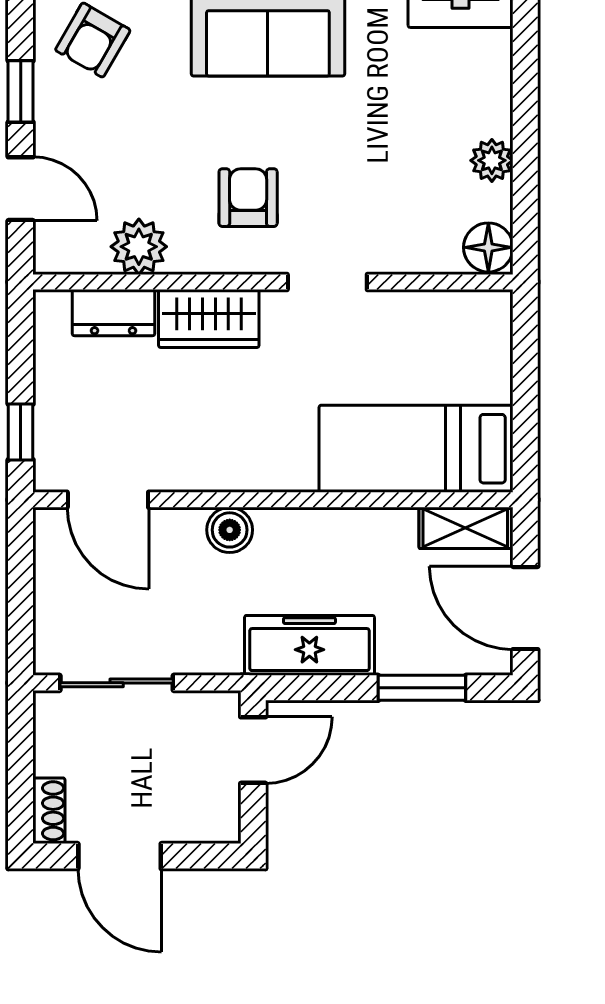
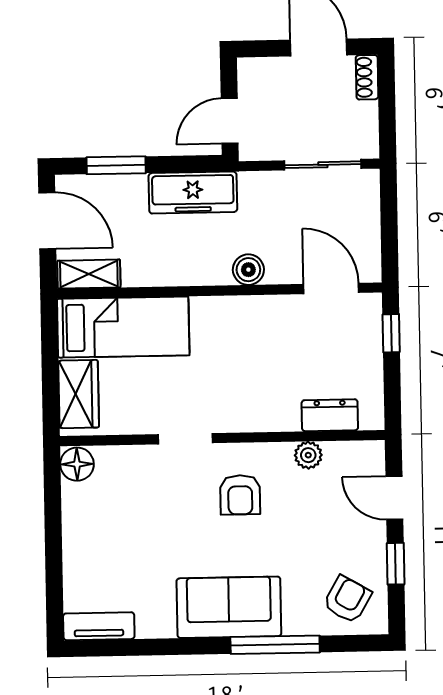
plant: (492, 160) -> (76, 523), removed
plant: (139, 247) -> (308, 455), width x0.73, depth x0.73
wardrobe: (209, 318) -> (79, 394), moved, turned 90

